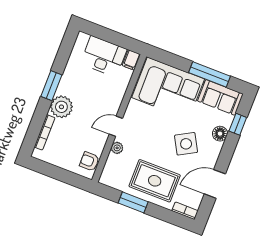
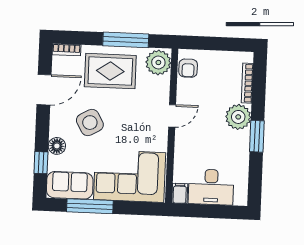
plant: (117, 148) -> (158, 62), moved, width x1.87, depth x1.87
armchair: (89, 161) -> (188, 68), turned 90
window: (133, 202) -> (126, 40), width x1.44

